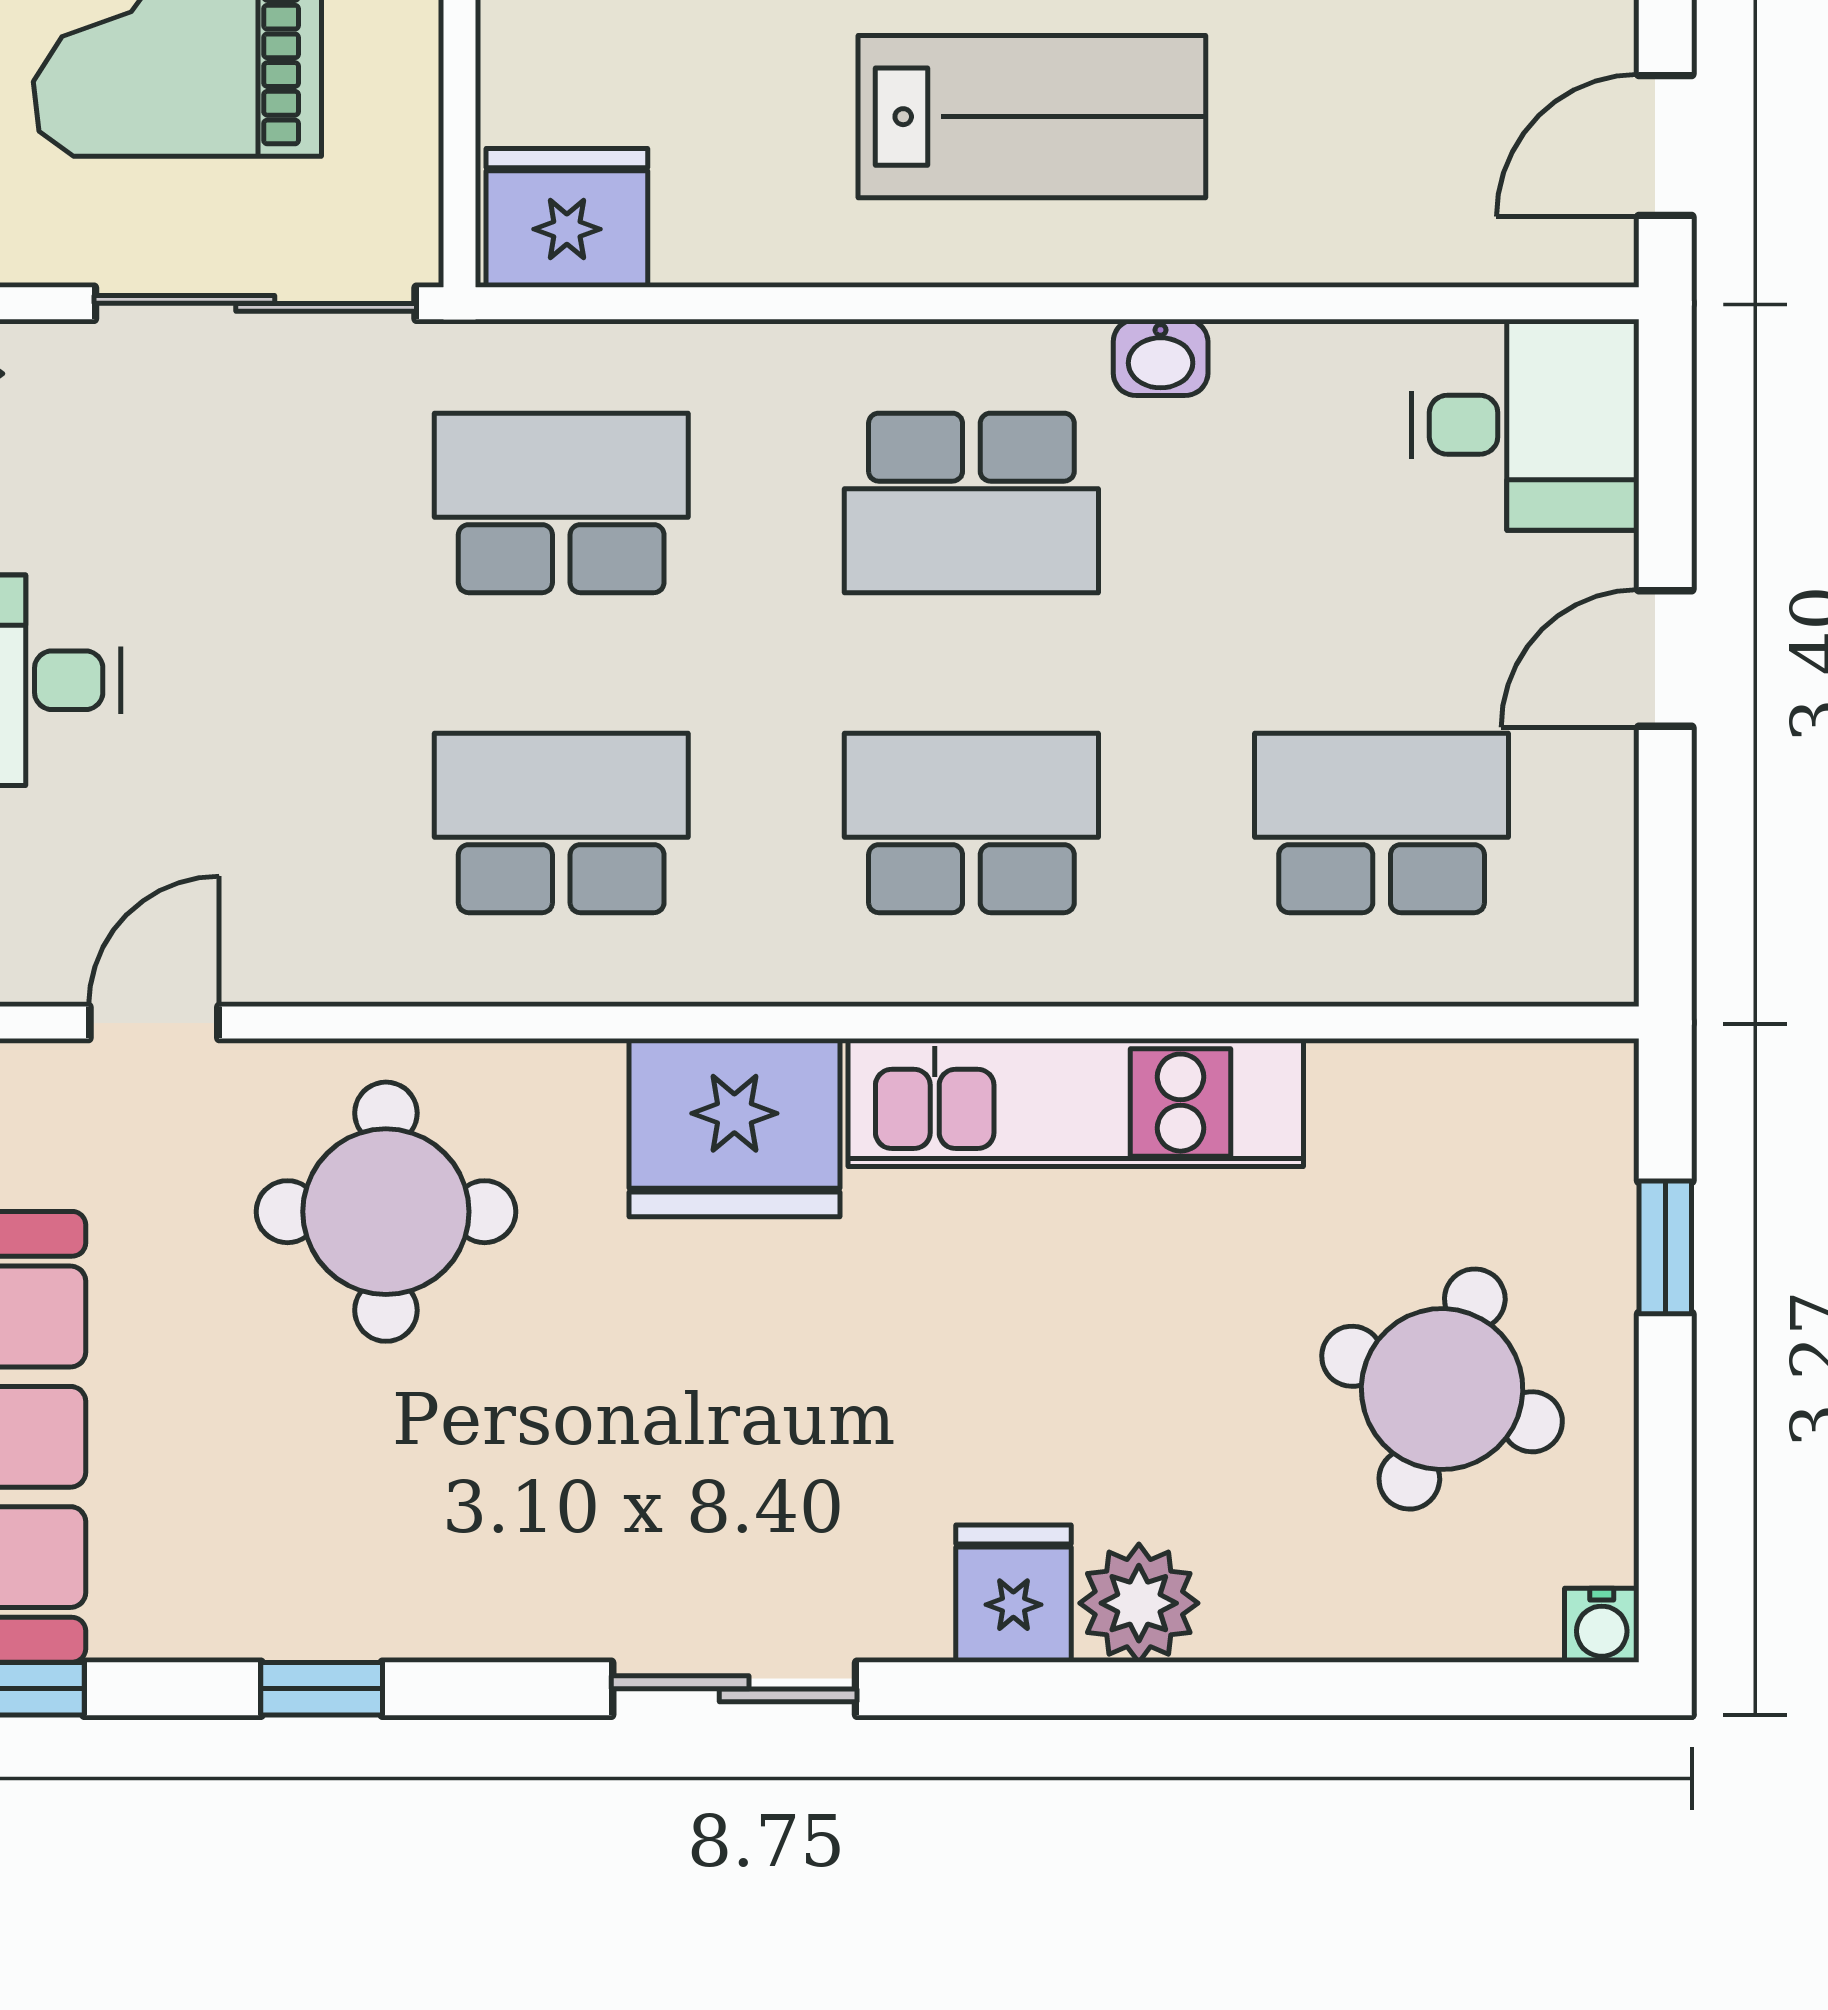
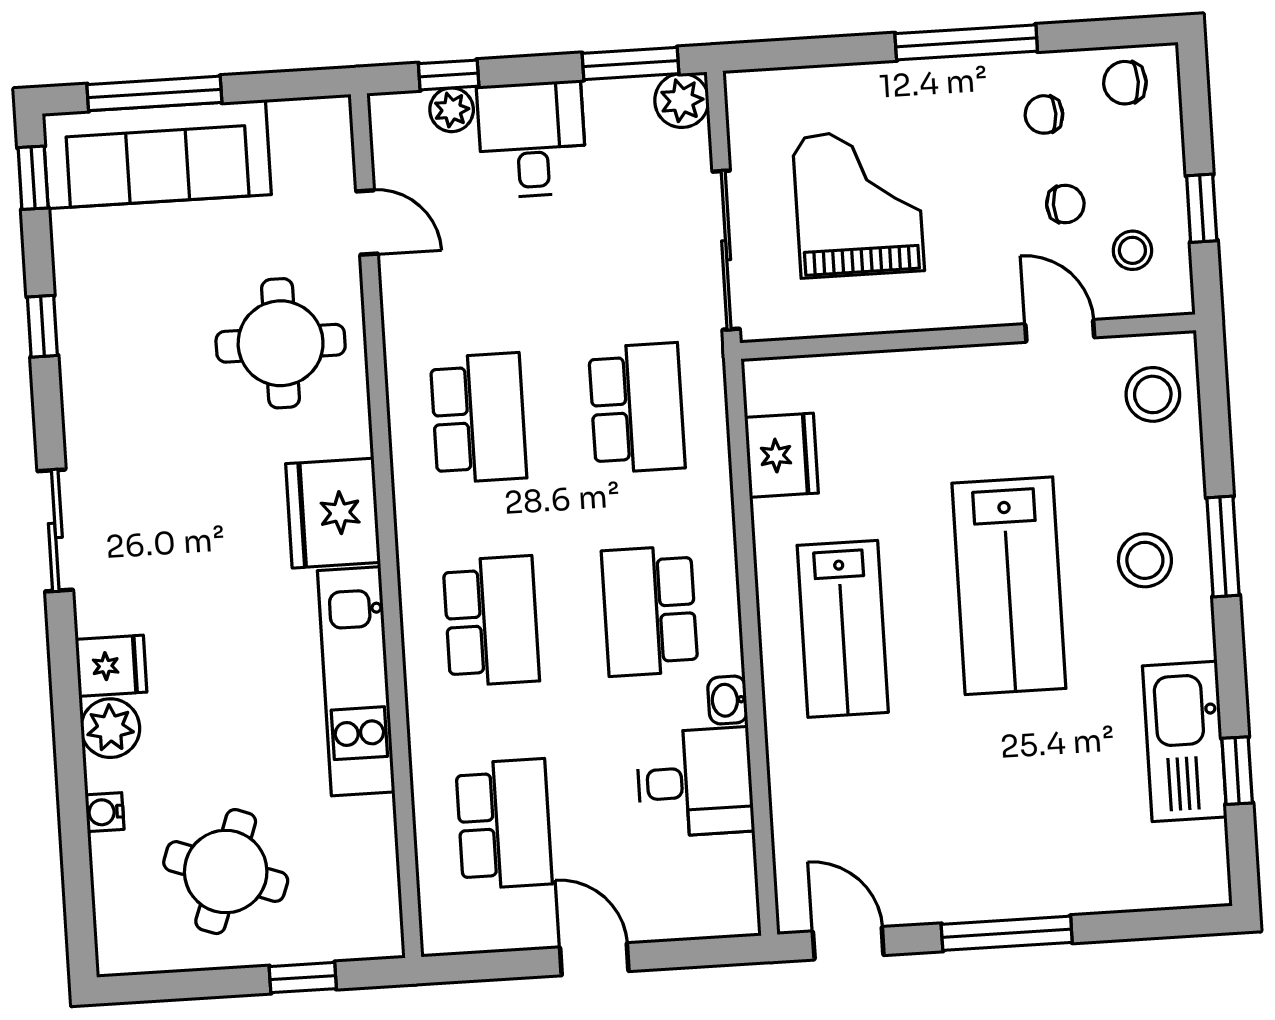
fridge: (567, 218) -> (781, 455), moved
desk: (1525, 425) -> (695, 782), moved, turned -90
water cooler: (1602, 1625) -> (105, 812), moved

